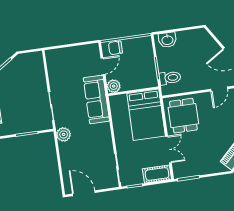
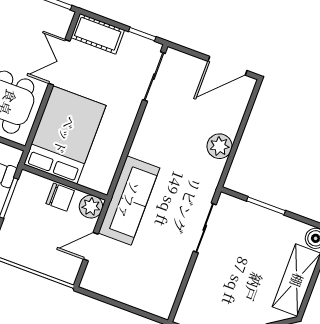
chair: (116, 48) -> (60, 197), moved
plant: (64, 134) -> (219, 146), moved
door: (84, 193) -> (227, 66), hinge flipped

